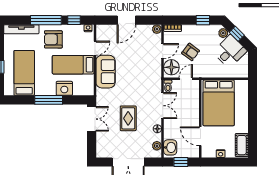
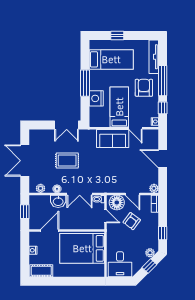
desk: (230, 51) -> (120, 264), moved, turned 45
washbasin: (170, 147) -> (58, 201), moved

